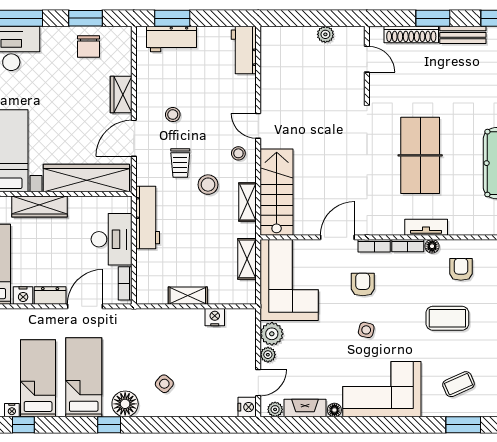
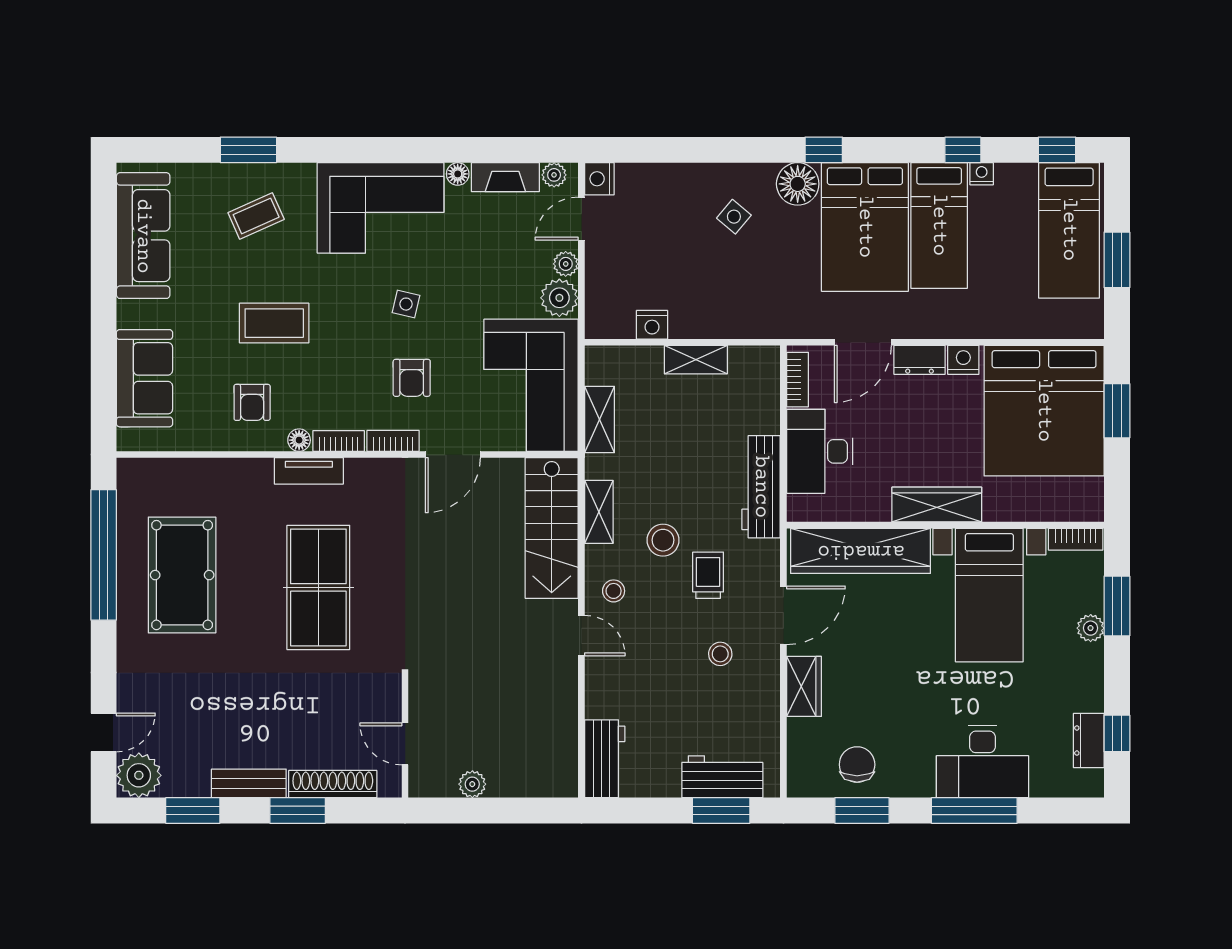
bed: (84, 377) -> (865, 227), width x1.50

